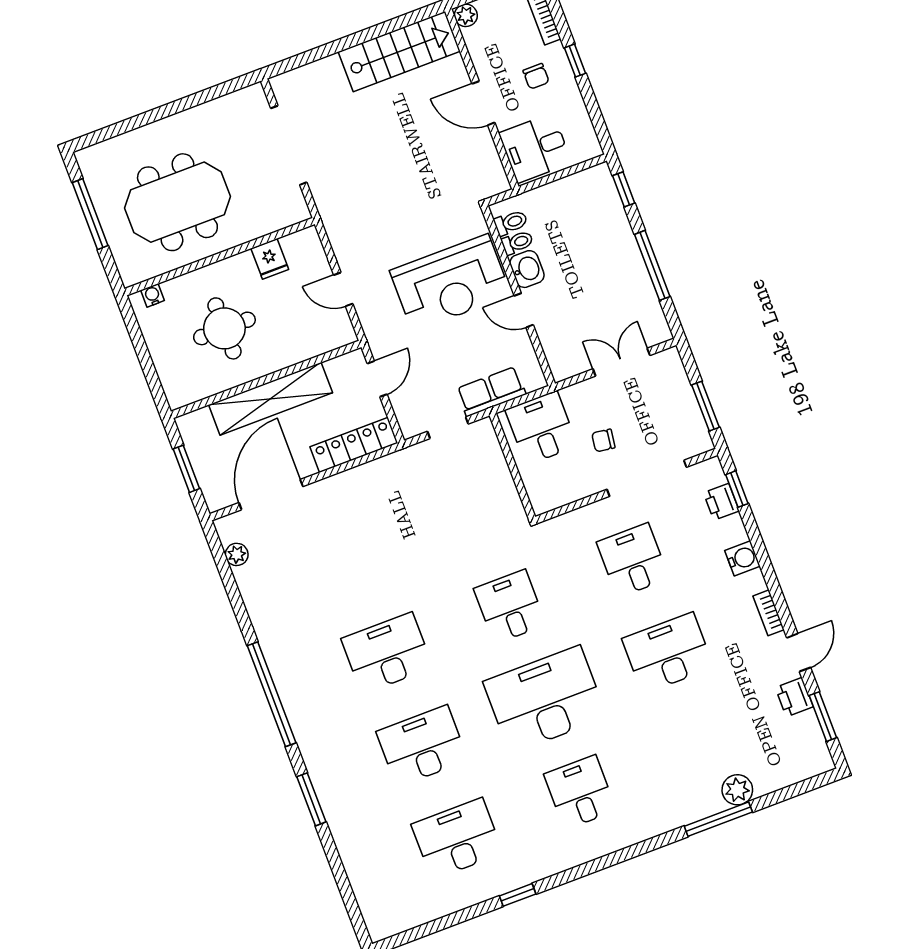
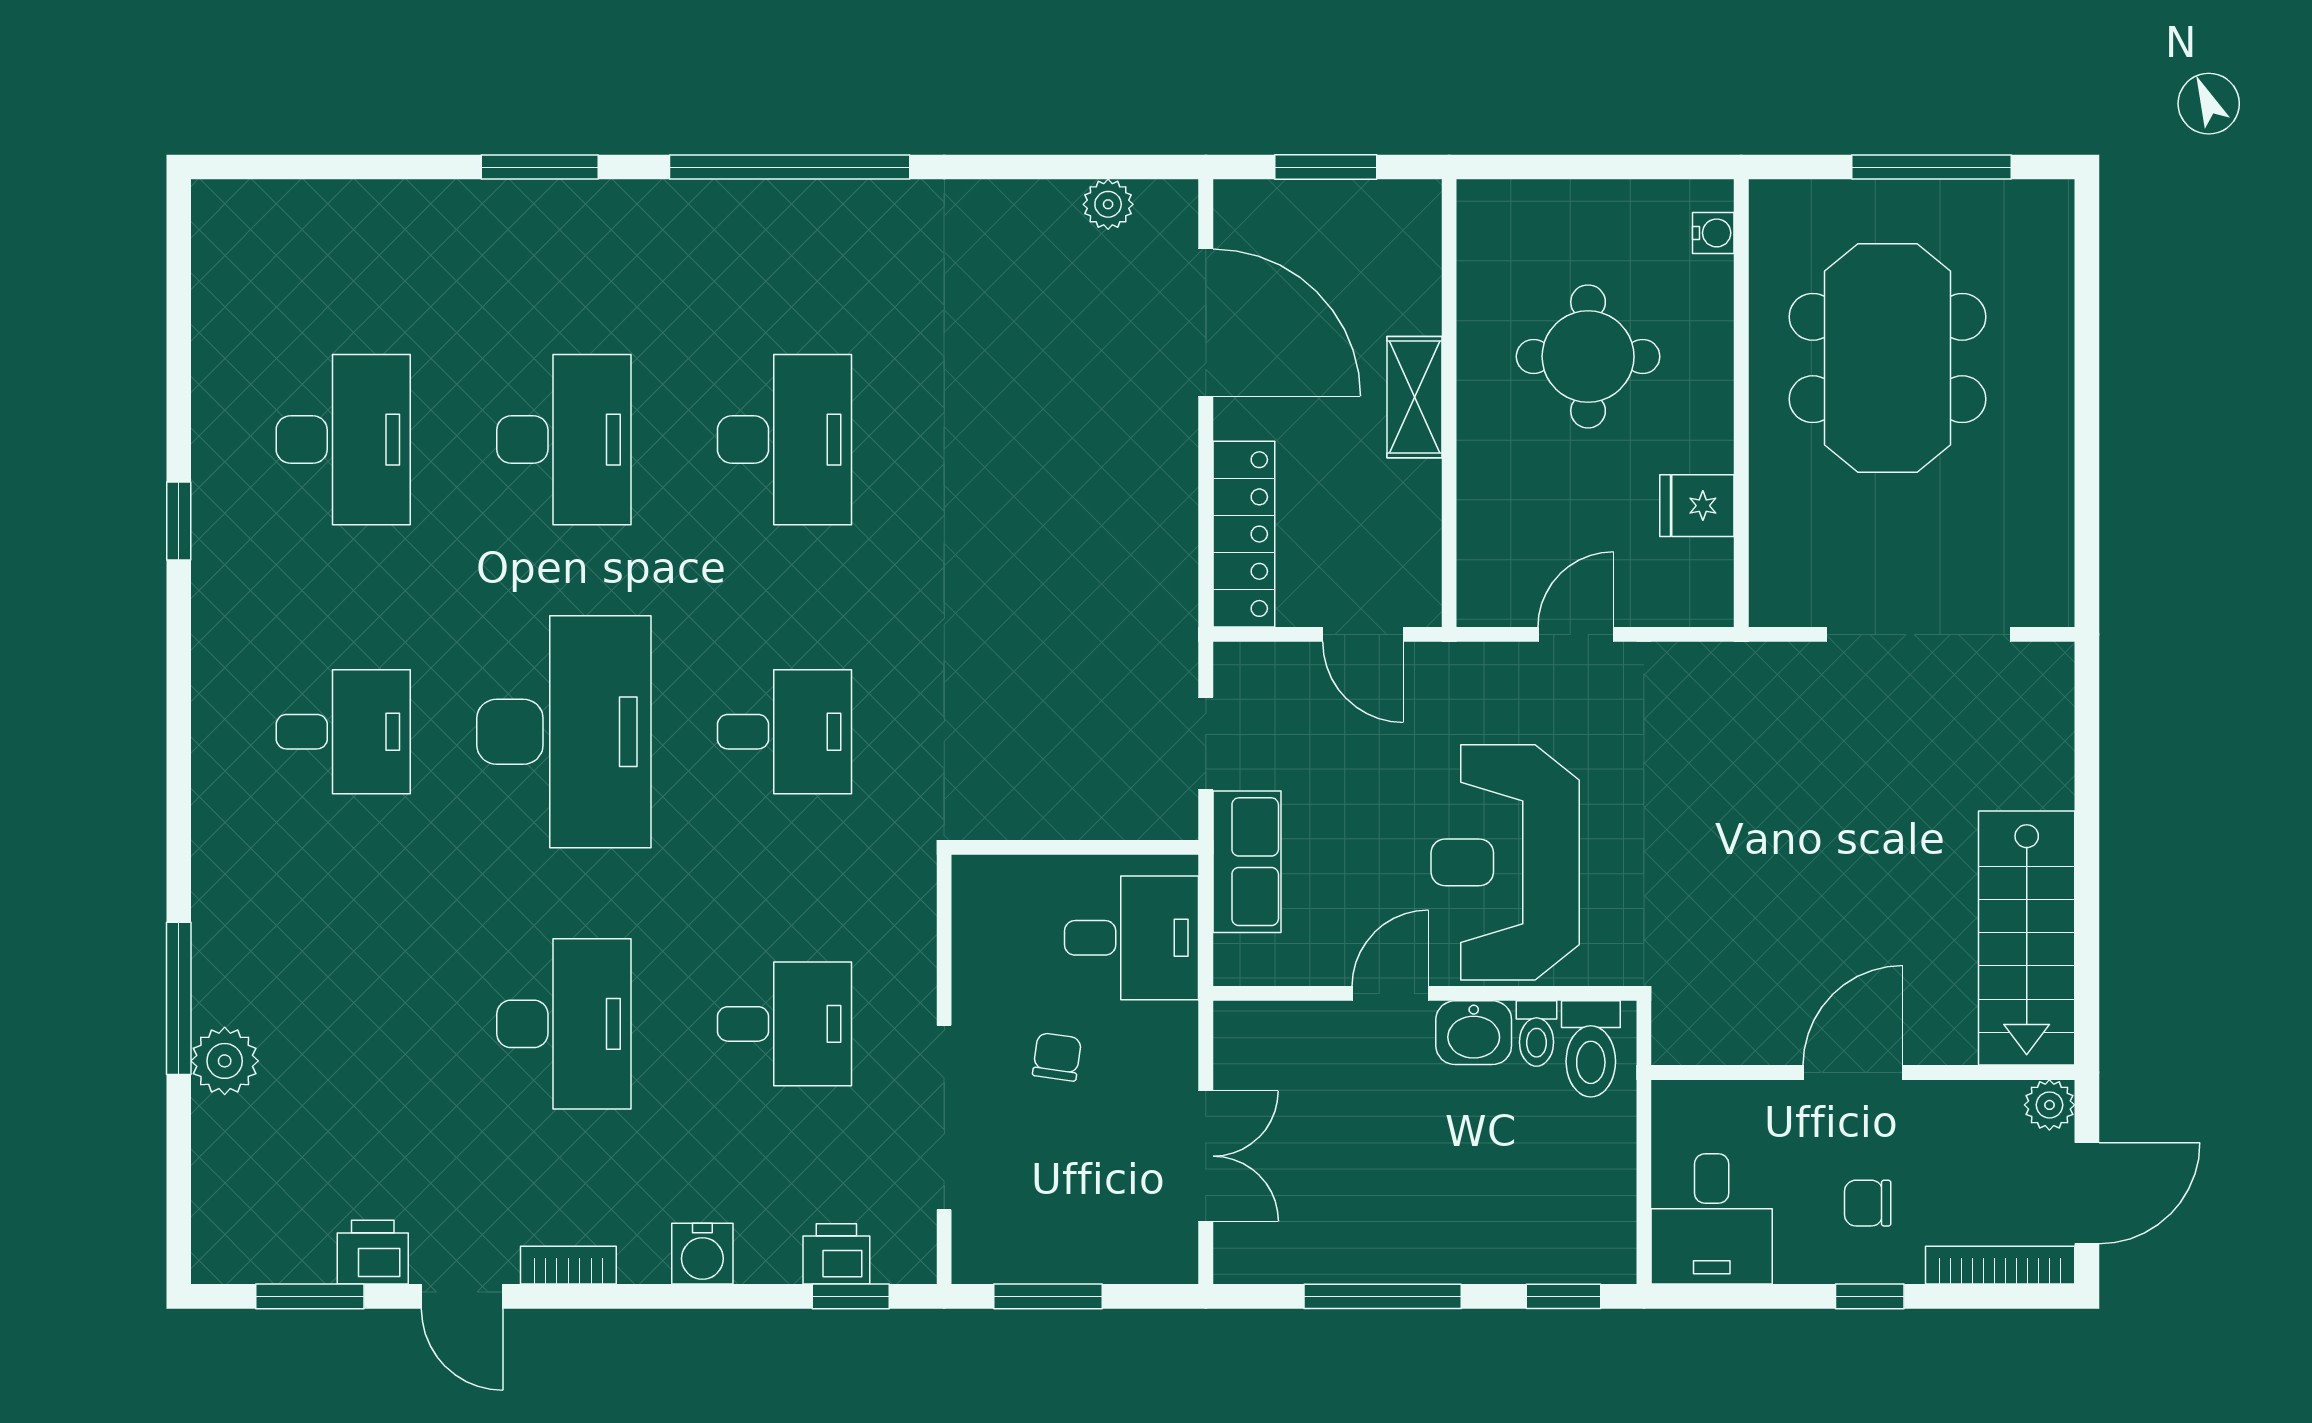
desk: (535, 148) -> (1712, 1219), moved, turned 180
toilet: (511, 223) -> (1591, 1049), width x1.37, depth x1.39
shelving: (271, 399) -> (1415, 397), width x0.45, depth x0.75

